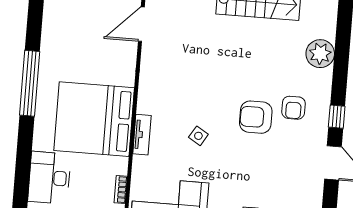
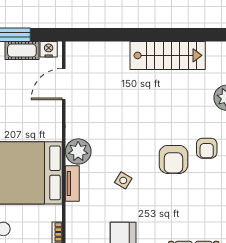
plant: (151, 100) -> (78, 151), added
armchair: (256, 117) -> (173, 159), turned -90

